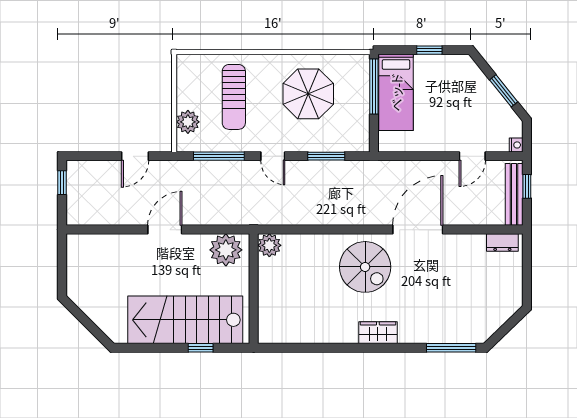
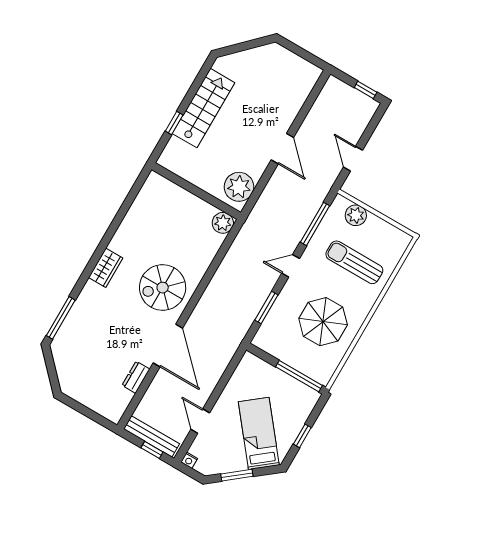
bed: (396, 92) -> (259, 433), moved, turned 51
dresser: (502, 242) -> (136, 377), moved
stairs: (185, 320) -> (204, 108), width x0.73, depth x0.66

